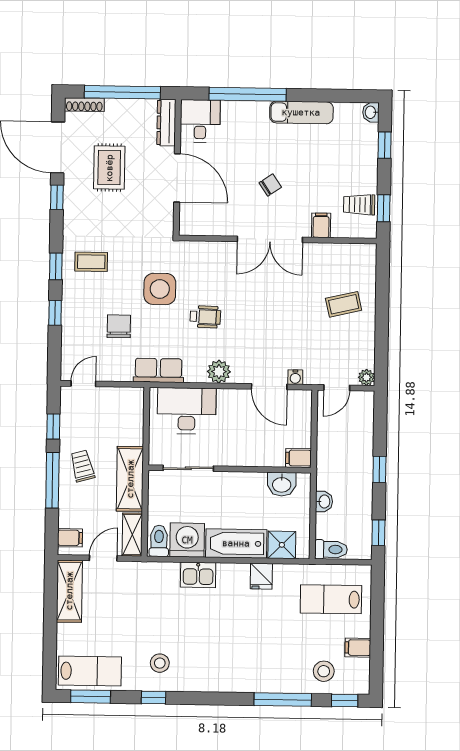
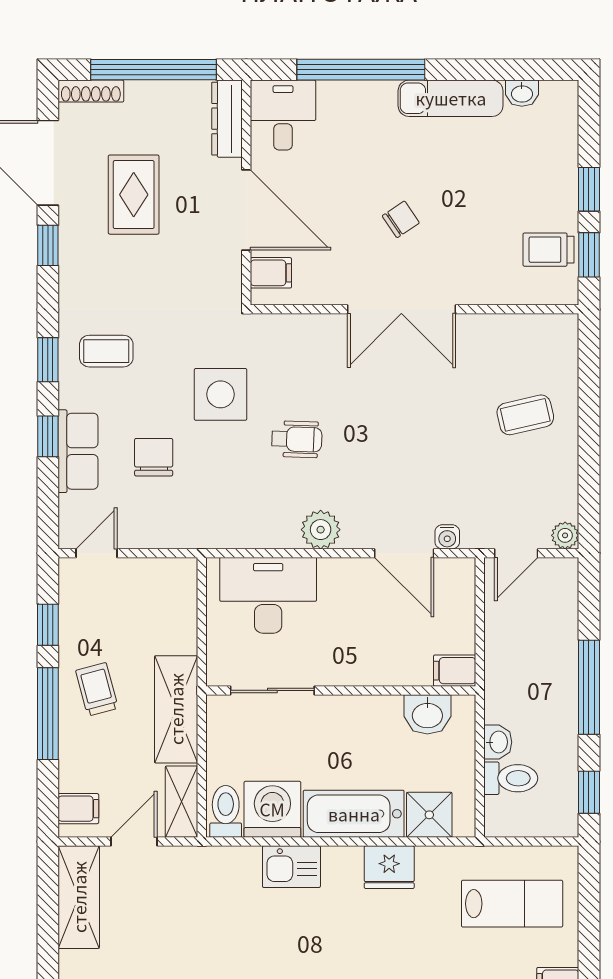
washbasin: (371, 112) -> (522, 93), moved, turned -90
window: (385, 145) -> (589, 189), moved
filing cabinet: (321, 225) -> (271, 273), moved, turned 90
row of seats: (159, 370) -> (78, 451), moved, turned 90
window: (379, 469) -> (589, 687), width x2.17
toilet: (331, 549) -> (511, 778), moved
fridge: (261, 576) -> (389, 867), width x1.38
lab bench: (331, 599) -> (512, 904), turned 180

